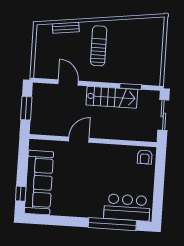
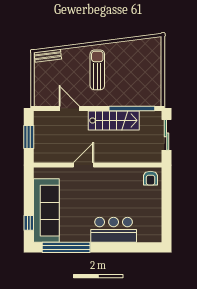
bench: (66, 28) -> (48, 56), moved
window: (131, 86) -> (132, 108), width x2.11
bar counter: (127, 208) -> (114, 230), moved
window: (112, 224) -> (66, 247), moved

